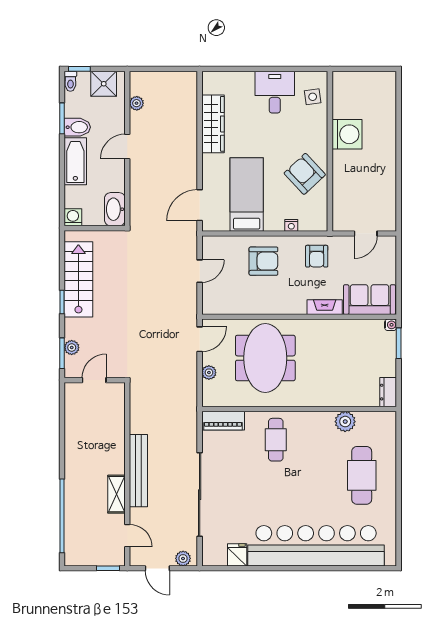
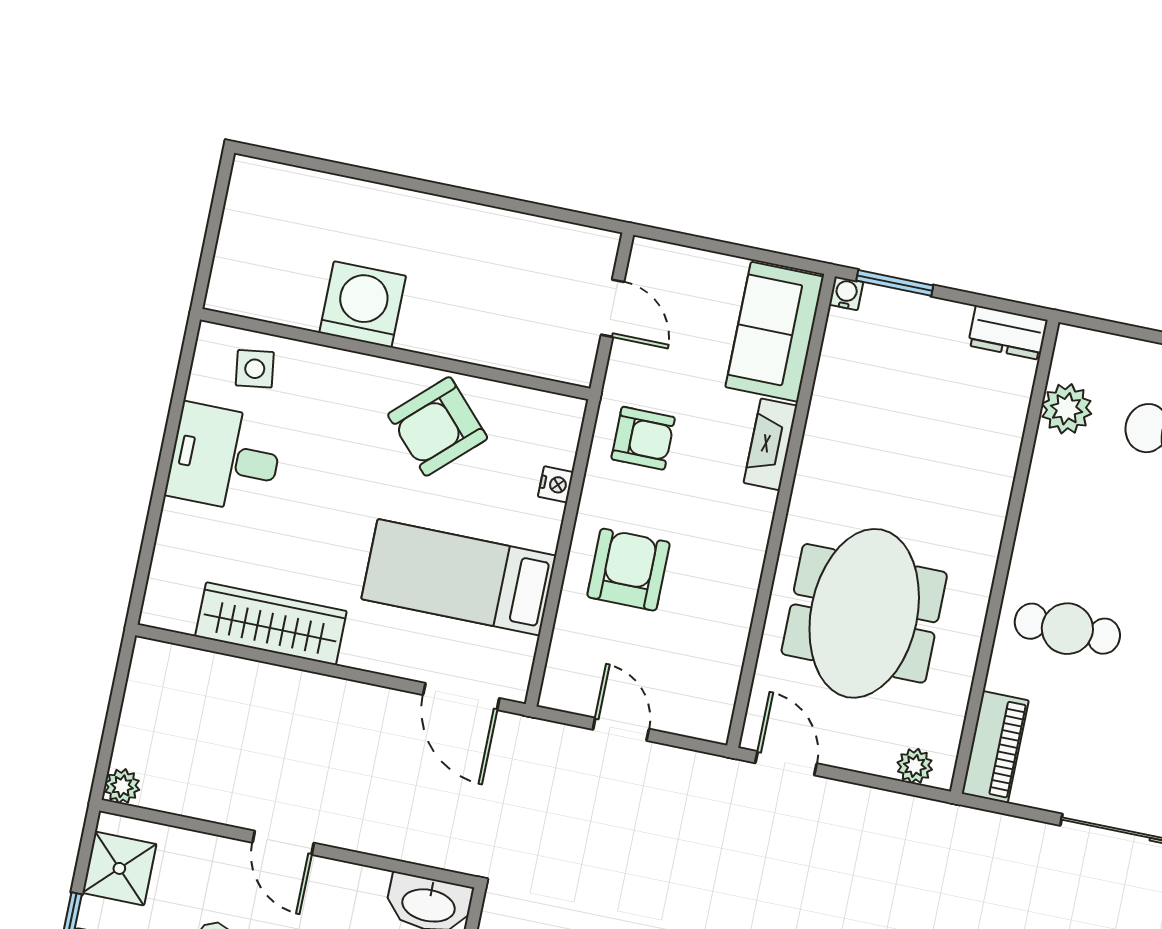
plant: (137, 103) -> (122, 786), moved
meeting table: (265, 358) -> (864, 613), turned 90
plant: (209, 373) -> (915, 766), moved
plant: (345, 422) -> (1067, 409), moved

